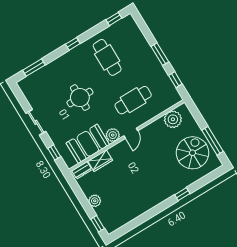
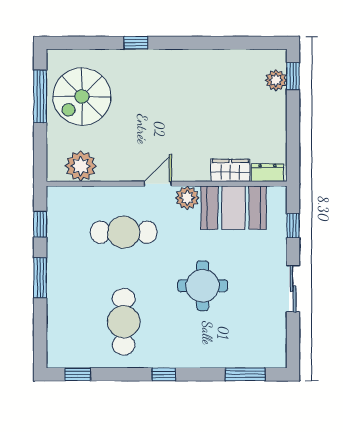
plant: (95, 201) -> (276, 80), moved

